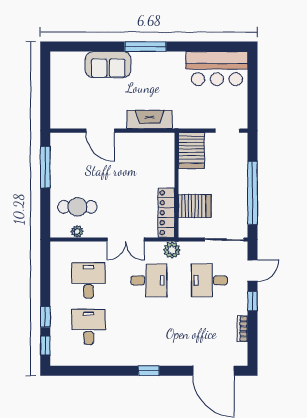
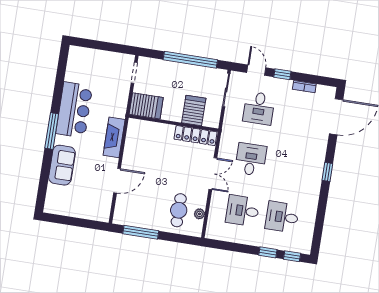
bar counter: (217, 69) -> (74, 110), moved
plant: (172, 250) -> (228, 136), removed

